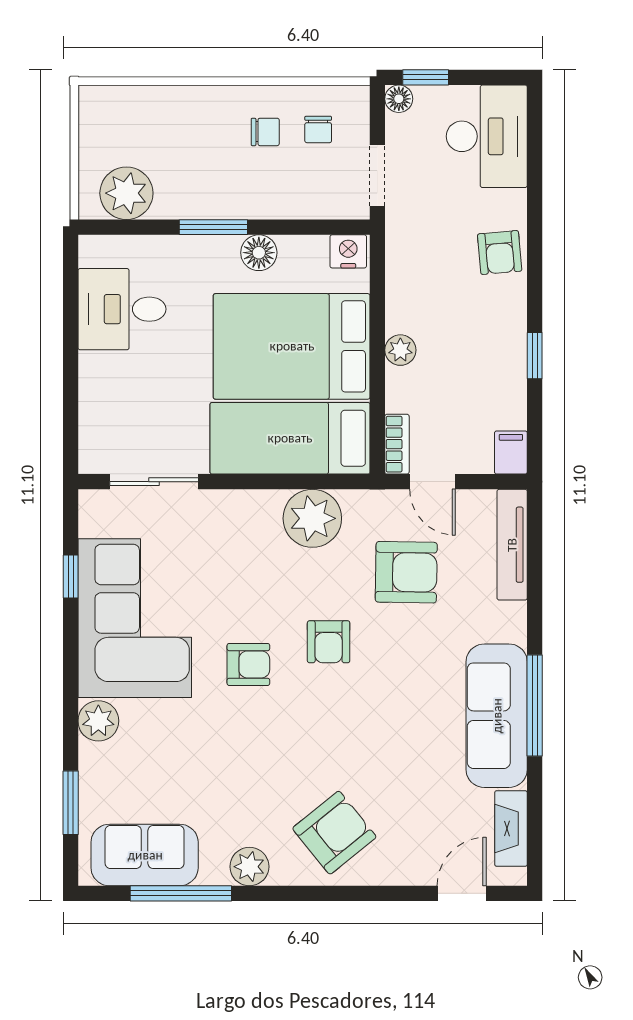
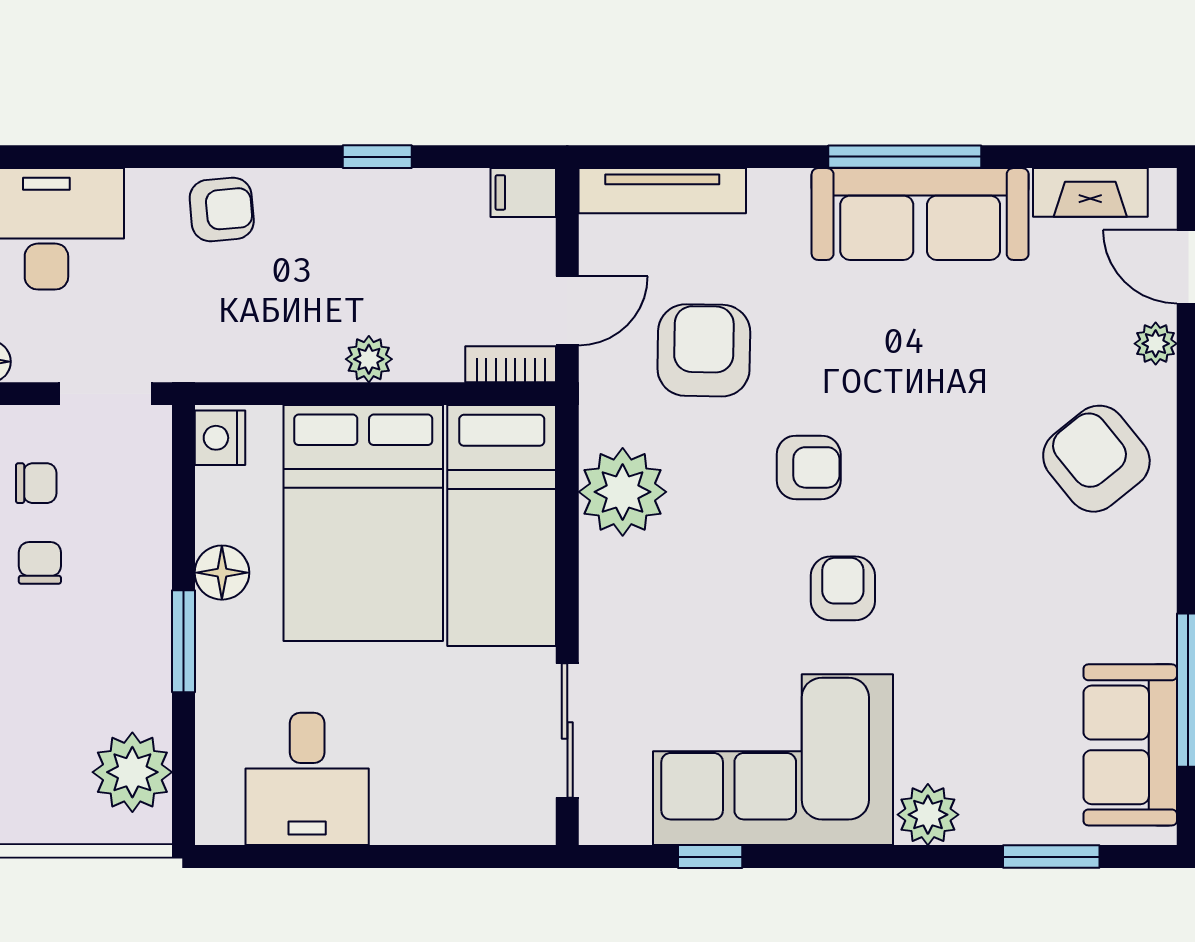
plant: (249, 867) -> (1156, 344), moved, width x0.73, depth x0.73

